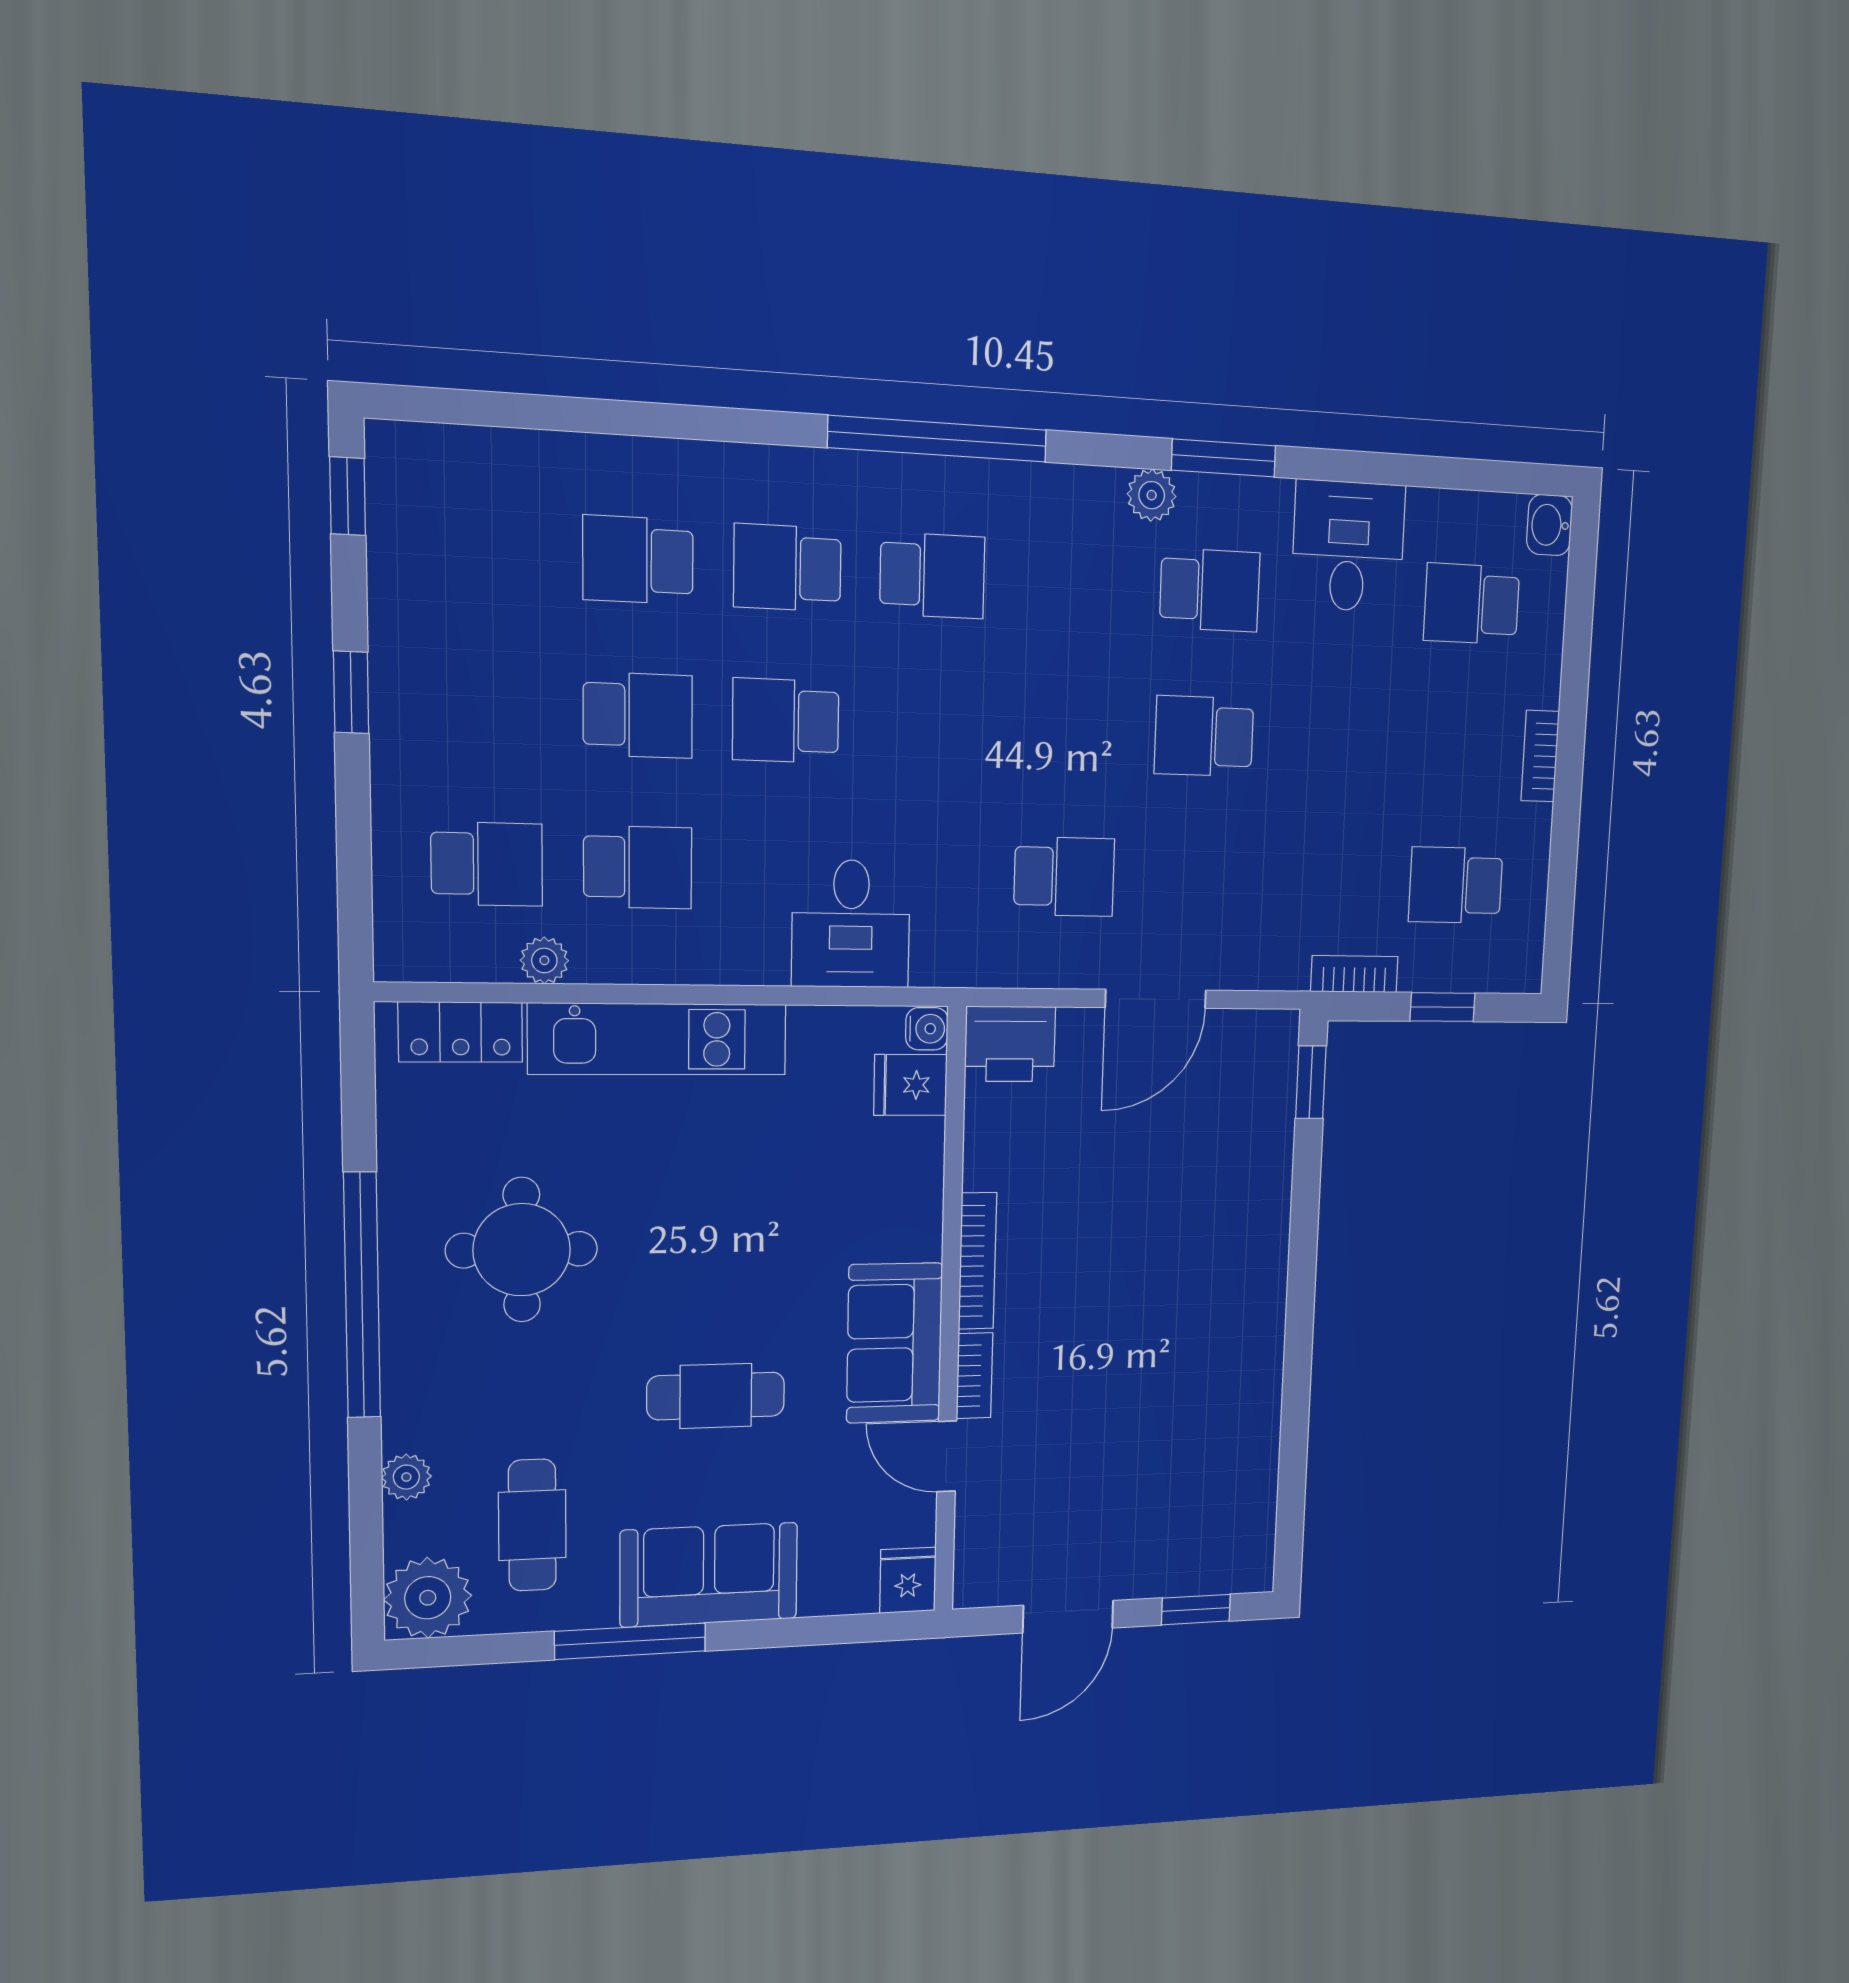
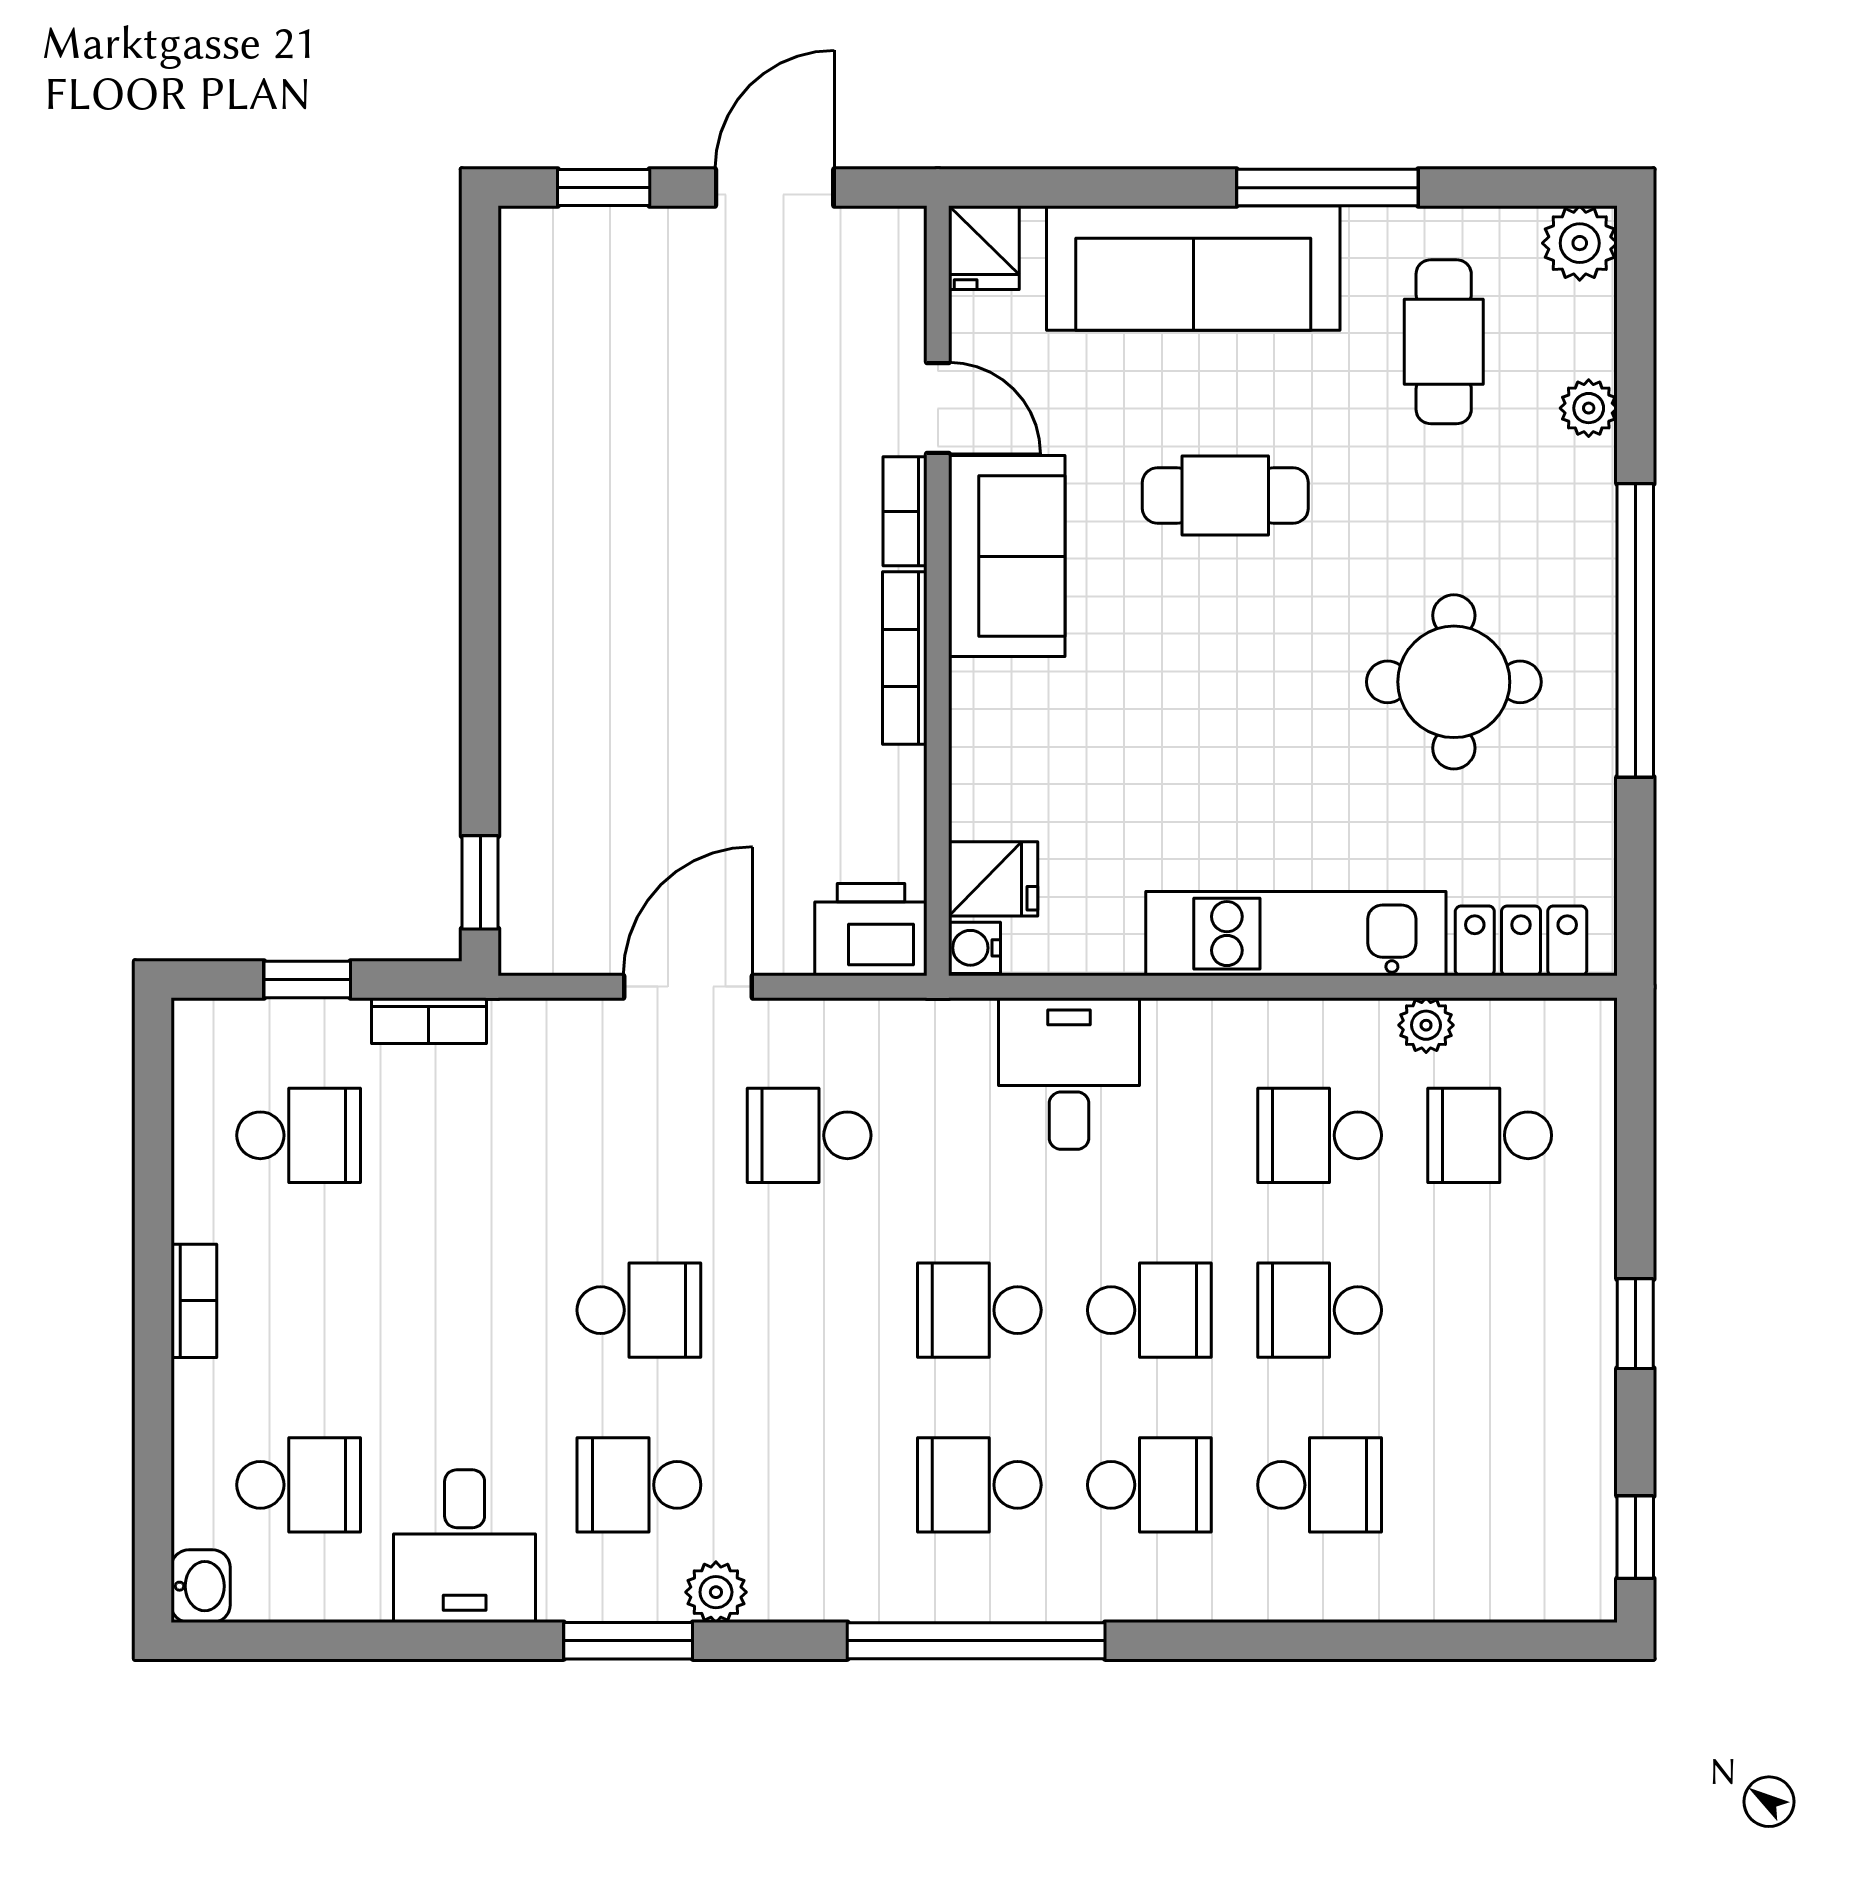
school desk: (929, 726) -> (979, 1310), added
sofa: (709, 1575) -> (1193, 268), width x1.36
plant: (428, 1598) -> (1580, 243), width x0.73, depth x0.73

